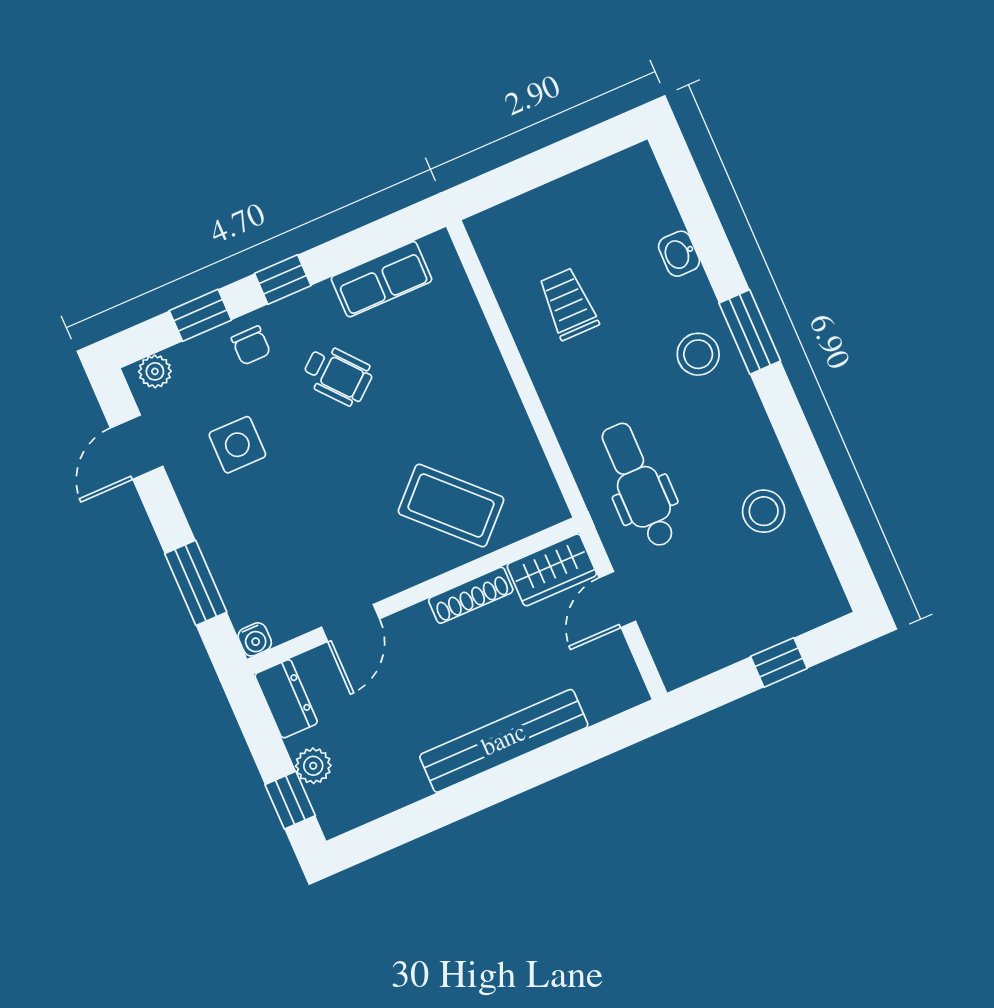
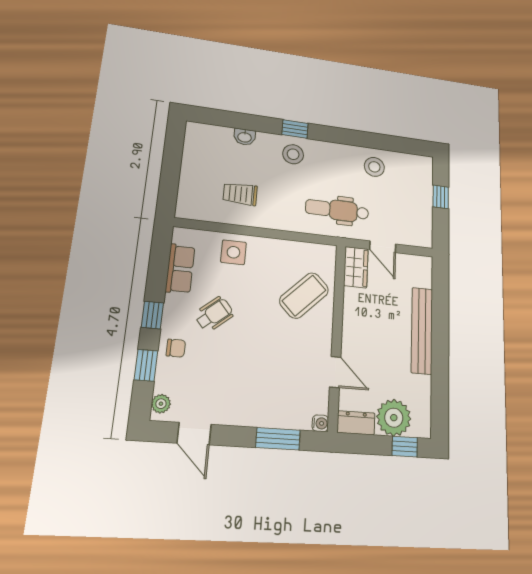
window: (750, 332) -> (295, 129), width x0.67
side table: (237, 445) -> (233, 252), moved
shoe rack: (471, 595) -> (350, 309), removed
plant: (313, 766) -> (394, 418), width x1.88, depth x1.88

